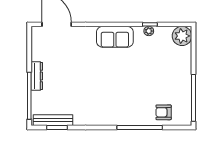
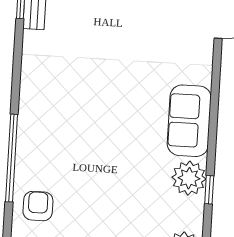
plant: (149, 31) -> (189, 178), width x1.87, depth x1.87

